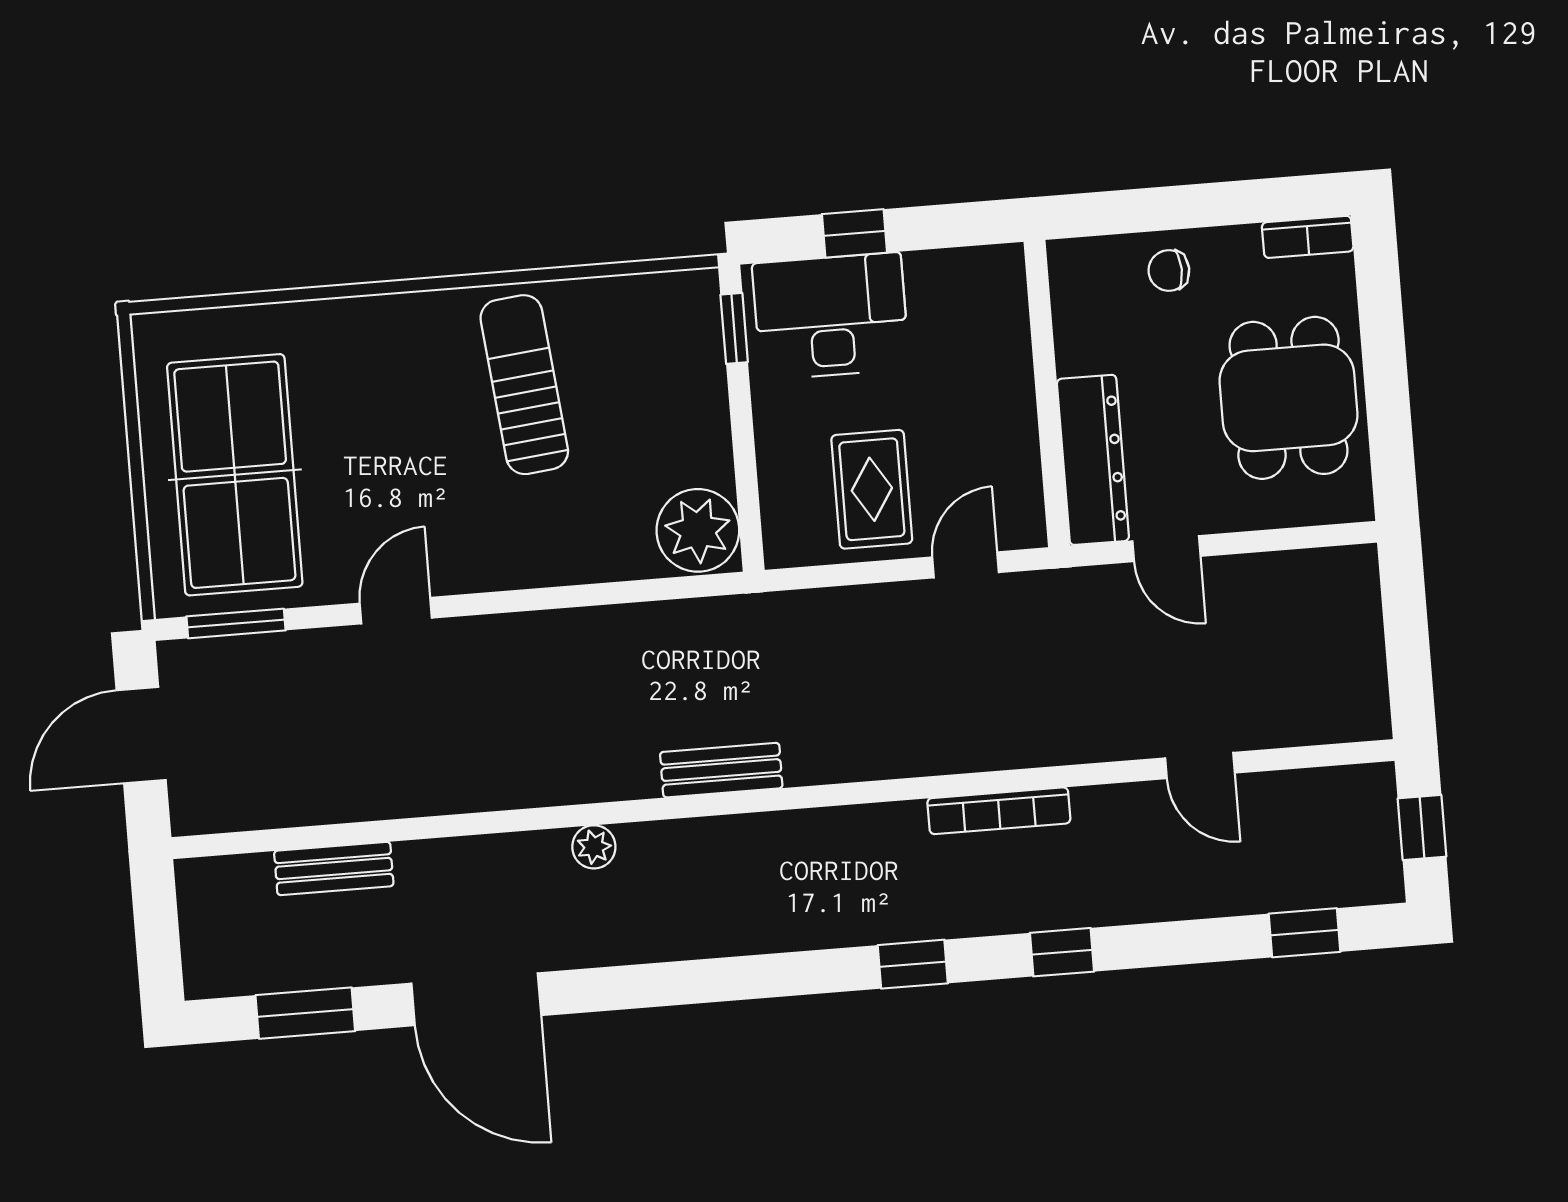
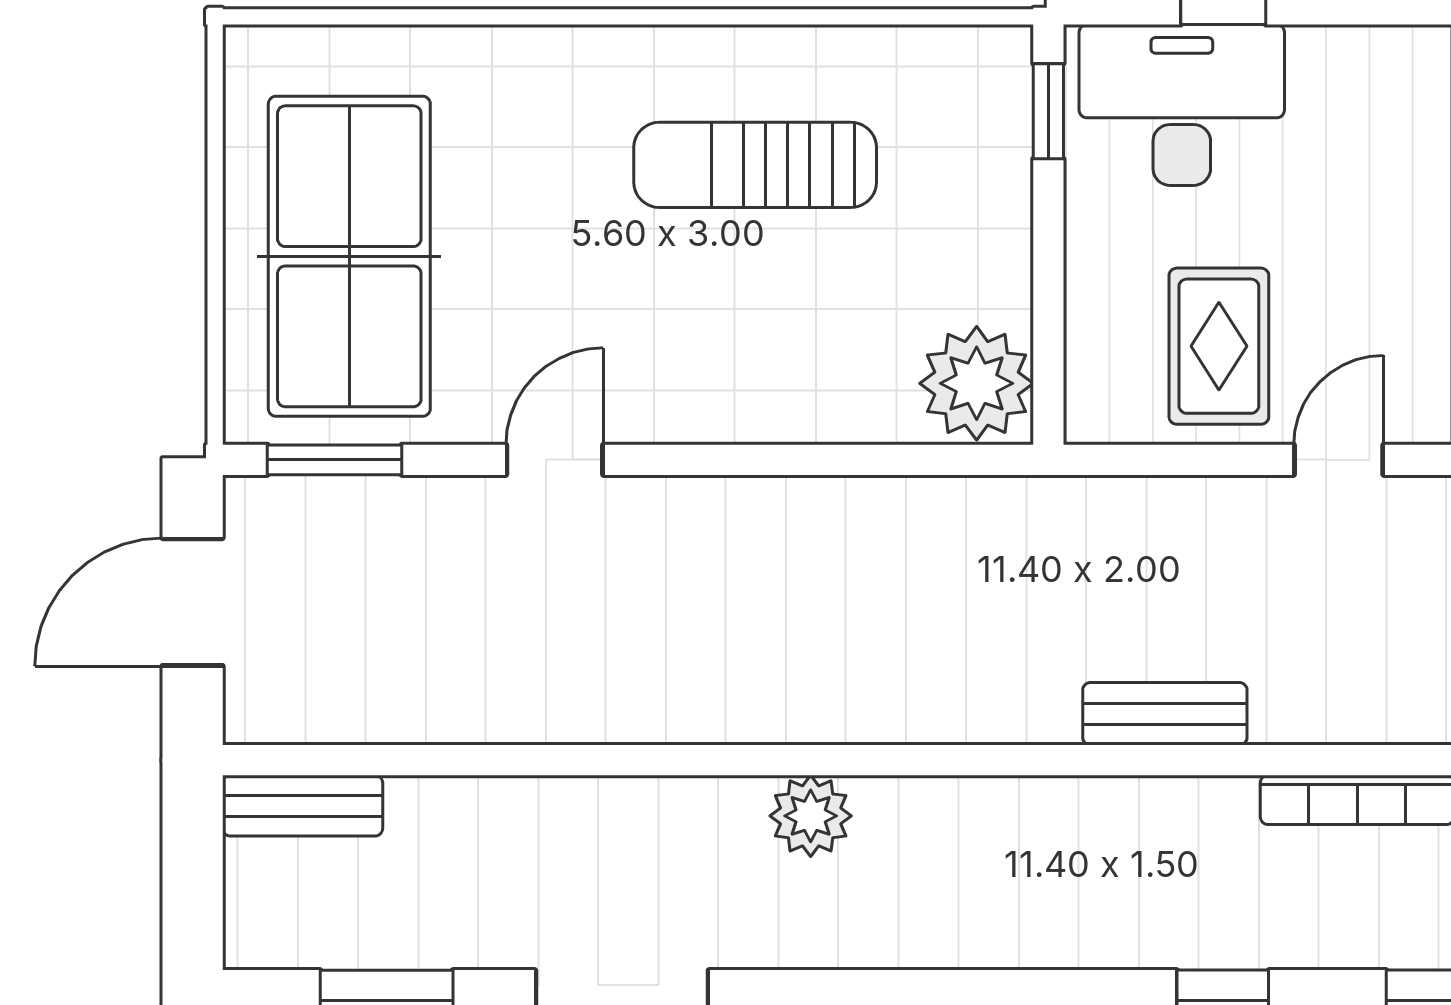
sun lounger: (524, 385) -> (755, 165), turned -84
bench: (721, 770) -> (1165, 714), moved
plant: (594, 847) -> (811, 816), width x1.38, depth x1.38
bench: (334, 868) -> (303, 806), moved

